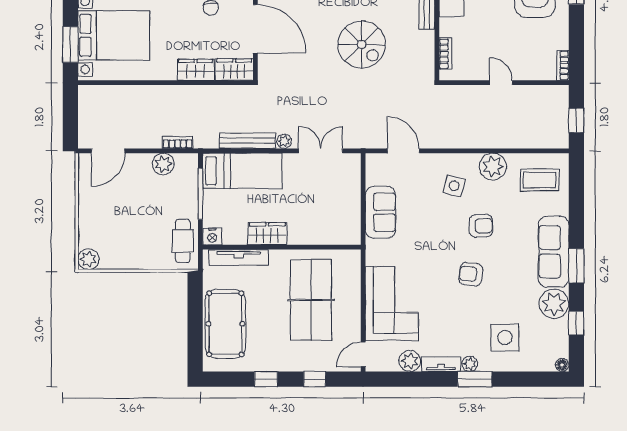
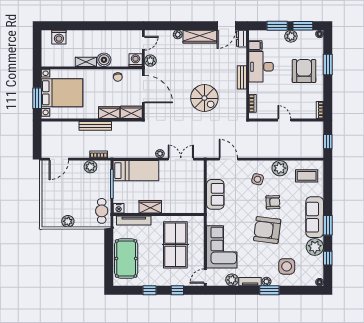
bench: (247, 141) -> (95, 126), moved
plant: (88, 259) -> (68, 221), moved
armchair: (471, 274) -> (267, 230), width x1.88, depth x1.88

